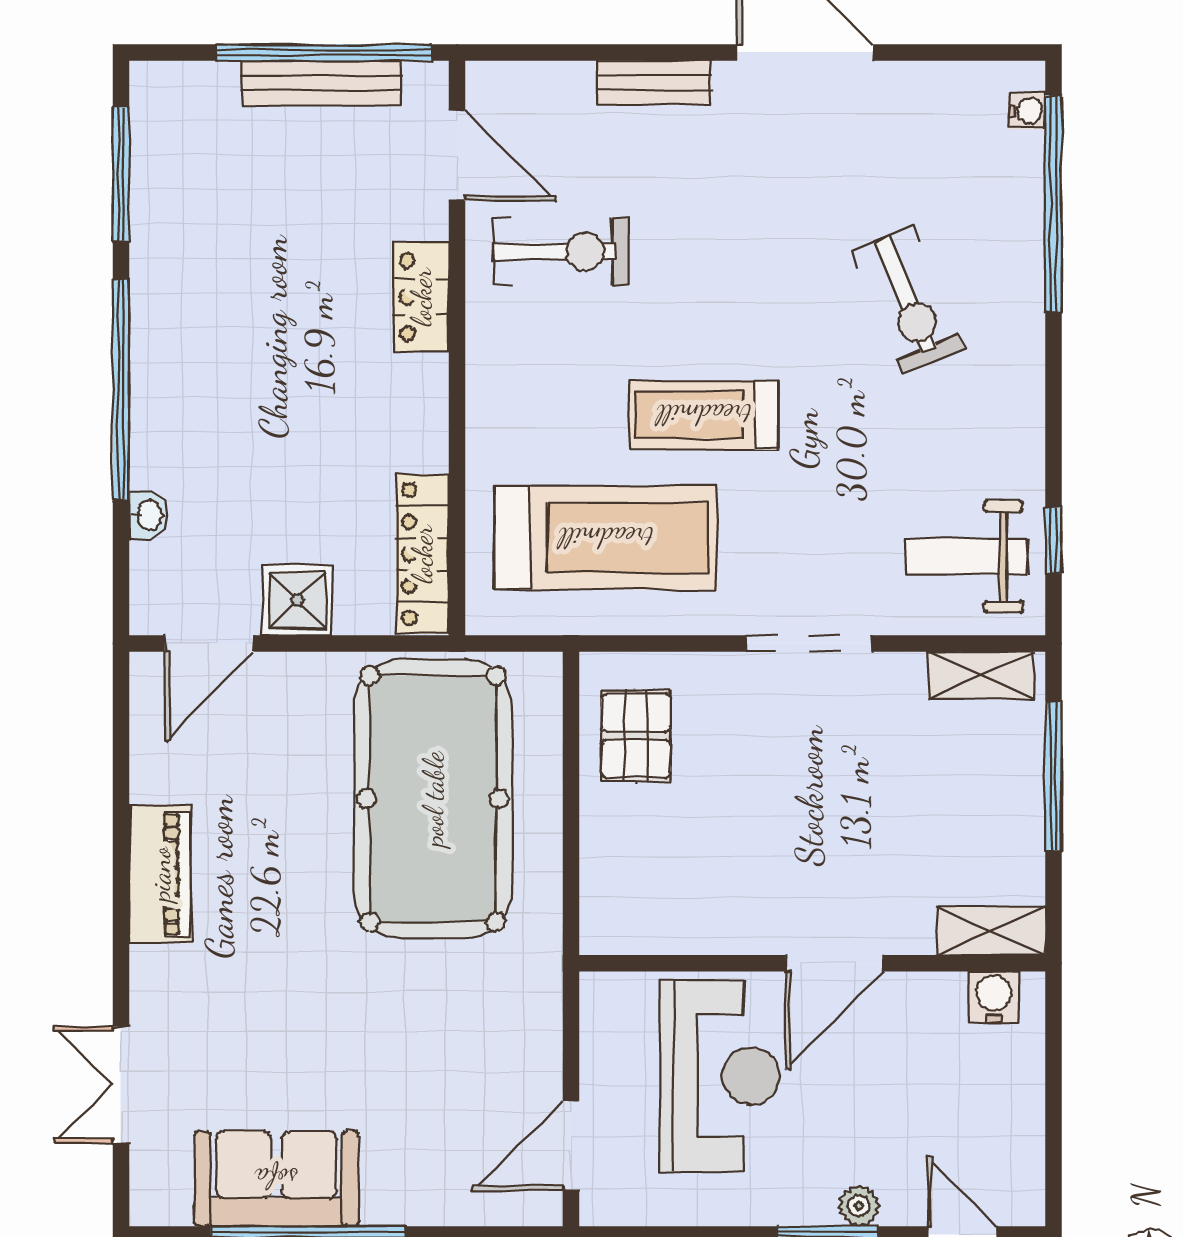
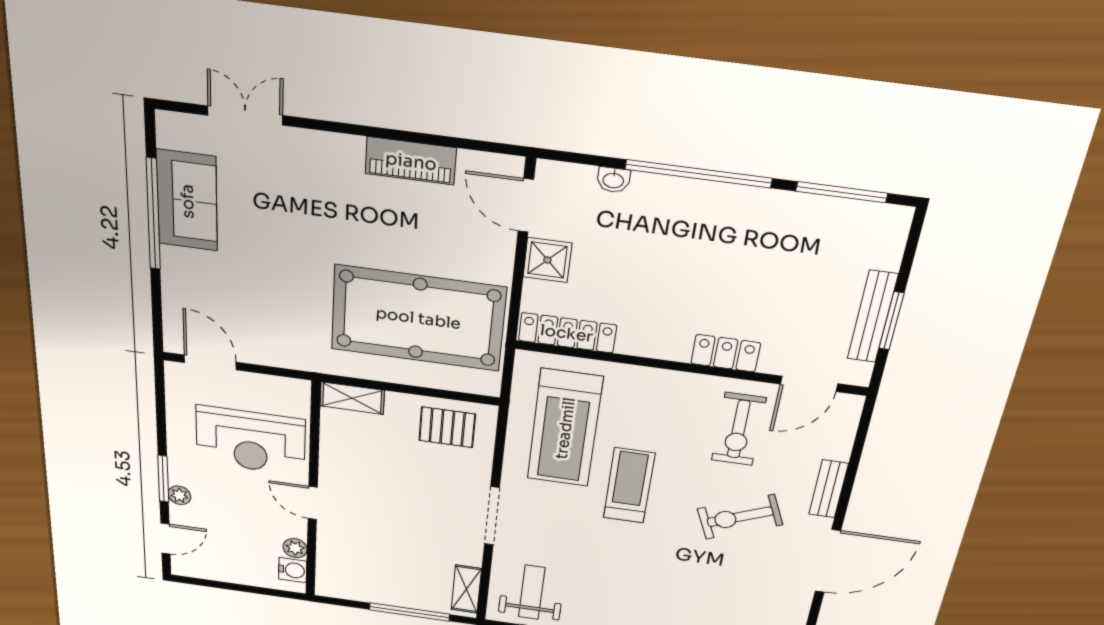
window: (324, 52) -> (891, 321), width x0.47
exercise bike: (908, 300) -> (740, 517), moved
piano: (160, 874) -> (411, 161), moved
shelving: (991, 931) -> (352, 398), moved, turned 90
door: (835, 963) -> (313, 503), width x0.73
plant: (942, 993) -> (295, 548), added

